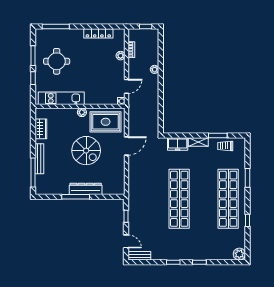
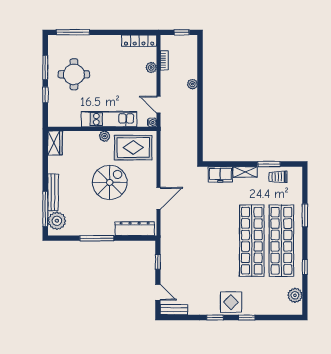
locker: (98, 33) -> (139, 41), moved
door: (126, 86) -> (158, 105), swing flipped
kitchen unit: (61, 98) -> (109, 119), moved
wardrobe: (41, 129) -> (55, 143), moved
door: (126, 146) -> (158, 198), moved
spiral stairs: (86, 151) -> (110, 182), turned -90
plant: (43, 182) -> (57, 221), added
dresser: (86, 189) -> (135, 229), moved
shop shelf: (179, 199) -> (252, 241), moved
display table: (186, 250) -> (231, 302), added
plant: (239, 254) -> (295, 295), moved

